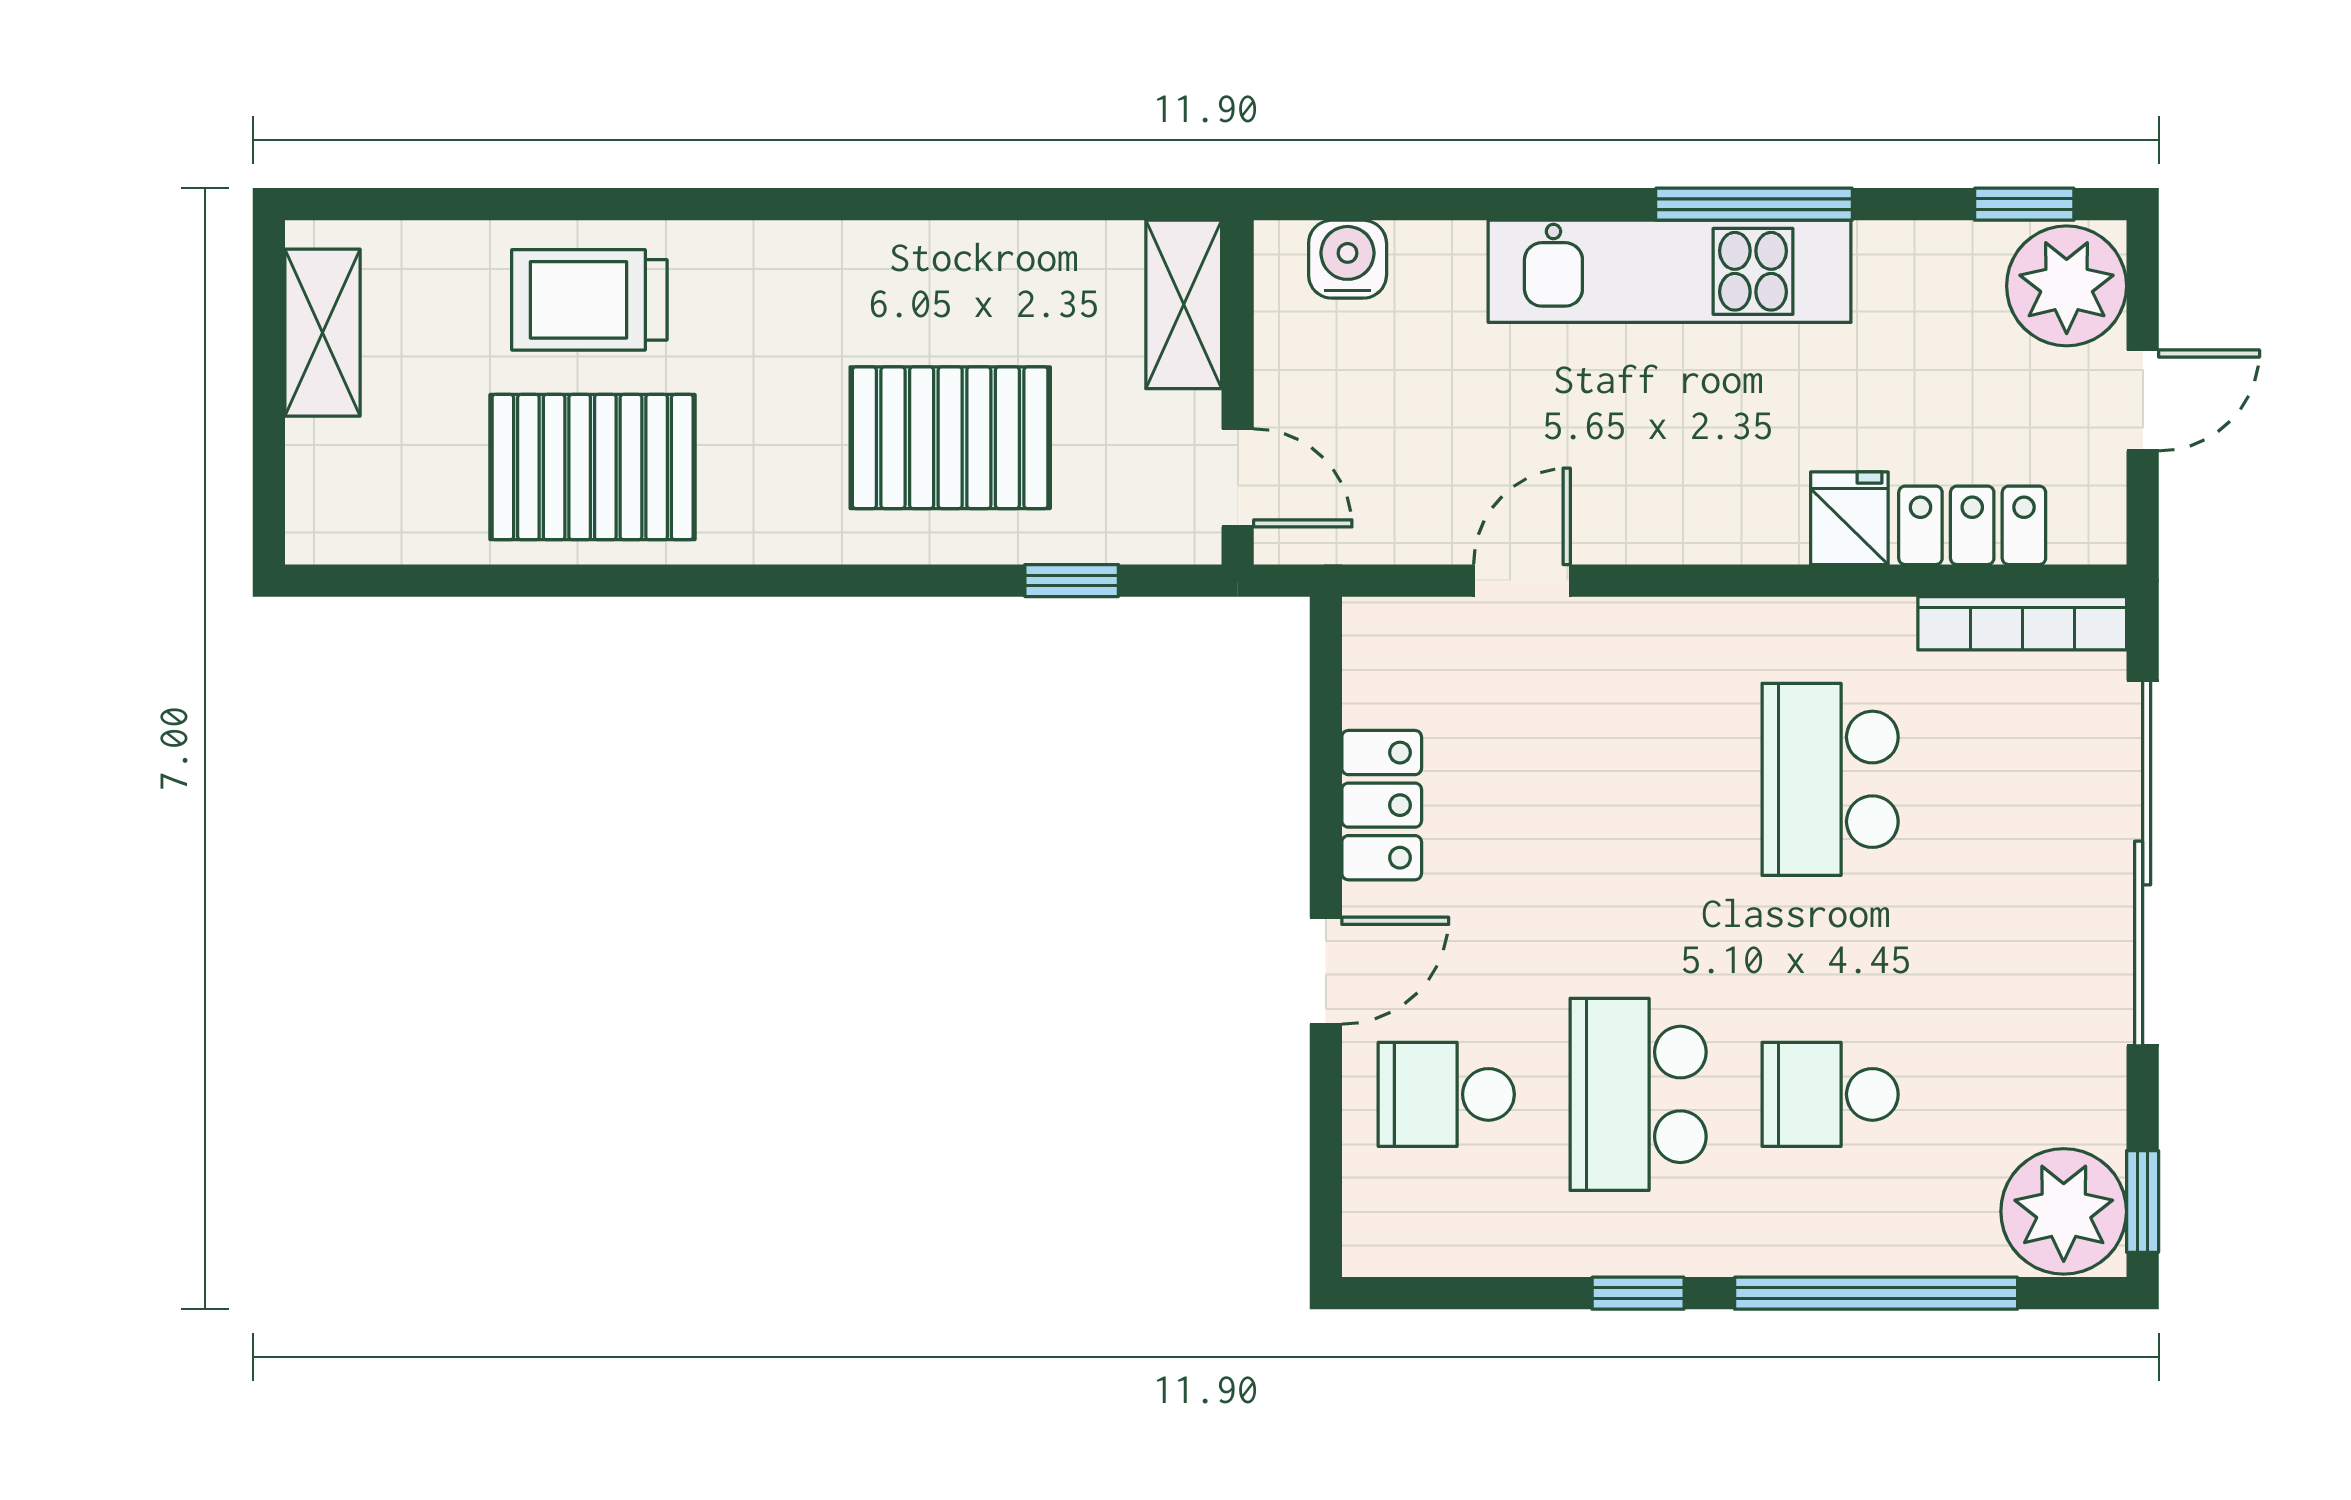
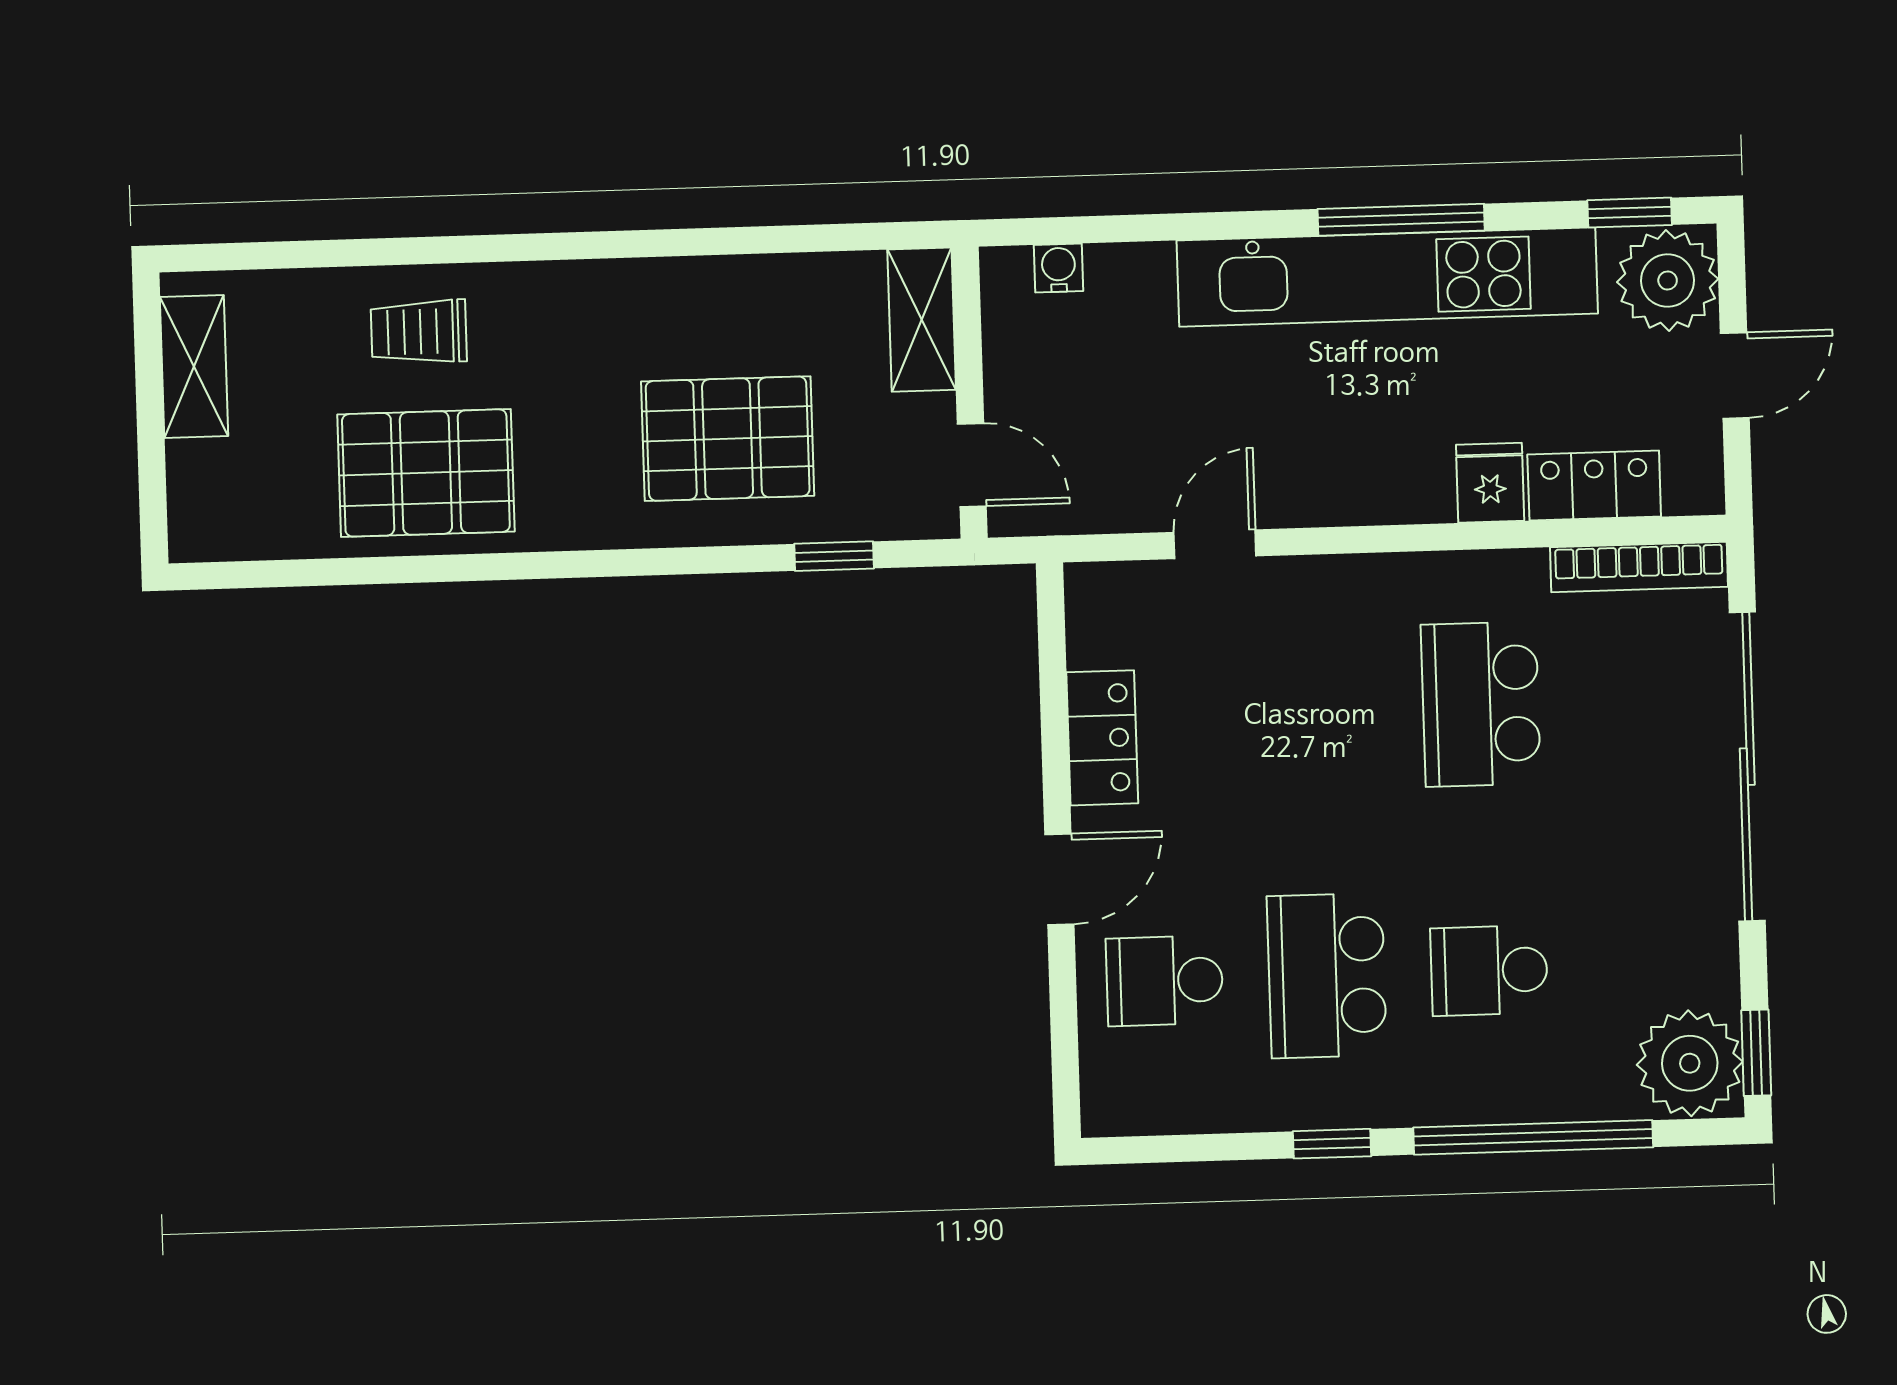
water cooler: (1348, 259) -> (1059, 268), width x0.72, depth x0.72
kitchen unit: (1670, 271) -> (1387, 277), width x1.36
trolley: (589, 300) -> (419, 332), width x0.73, depth x0.72

